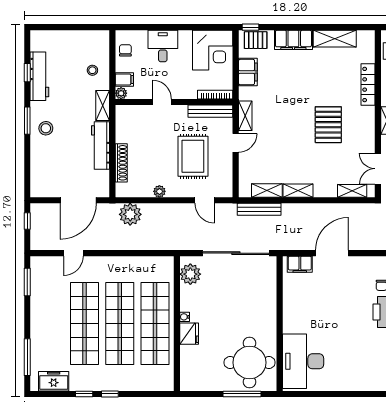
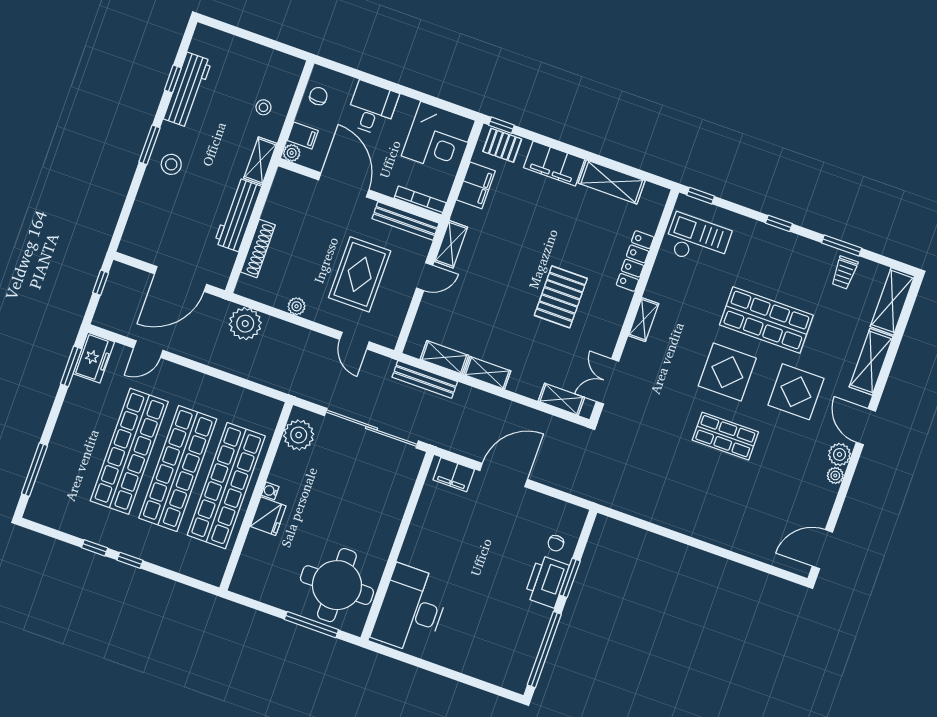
door: (162, 102) -> (344, 185), width x1.87
freezer: (54, 381) -> (94, 358), moved, turned 90

